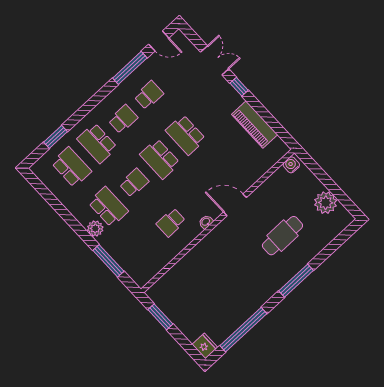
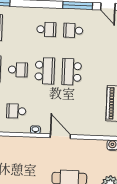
school desk: (149, 95) -> (73, 30), turned 180
school desk: (97, 143) -> (19, 28), removed
school desk: (160, 159) -> (45, 71), turned 180

